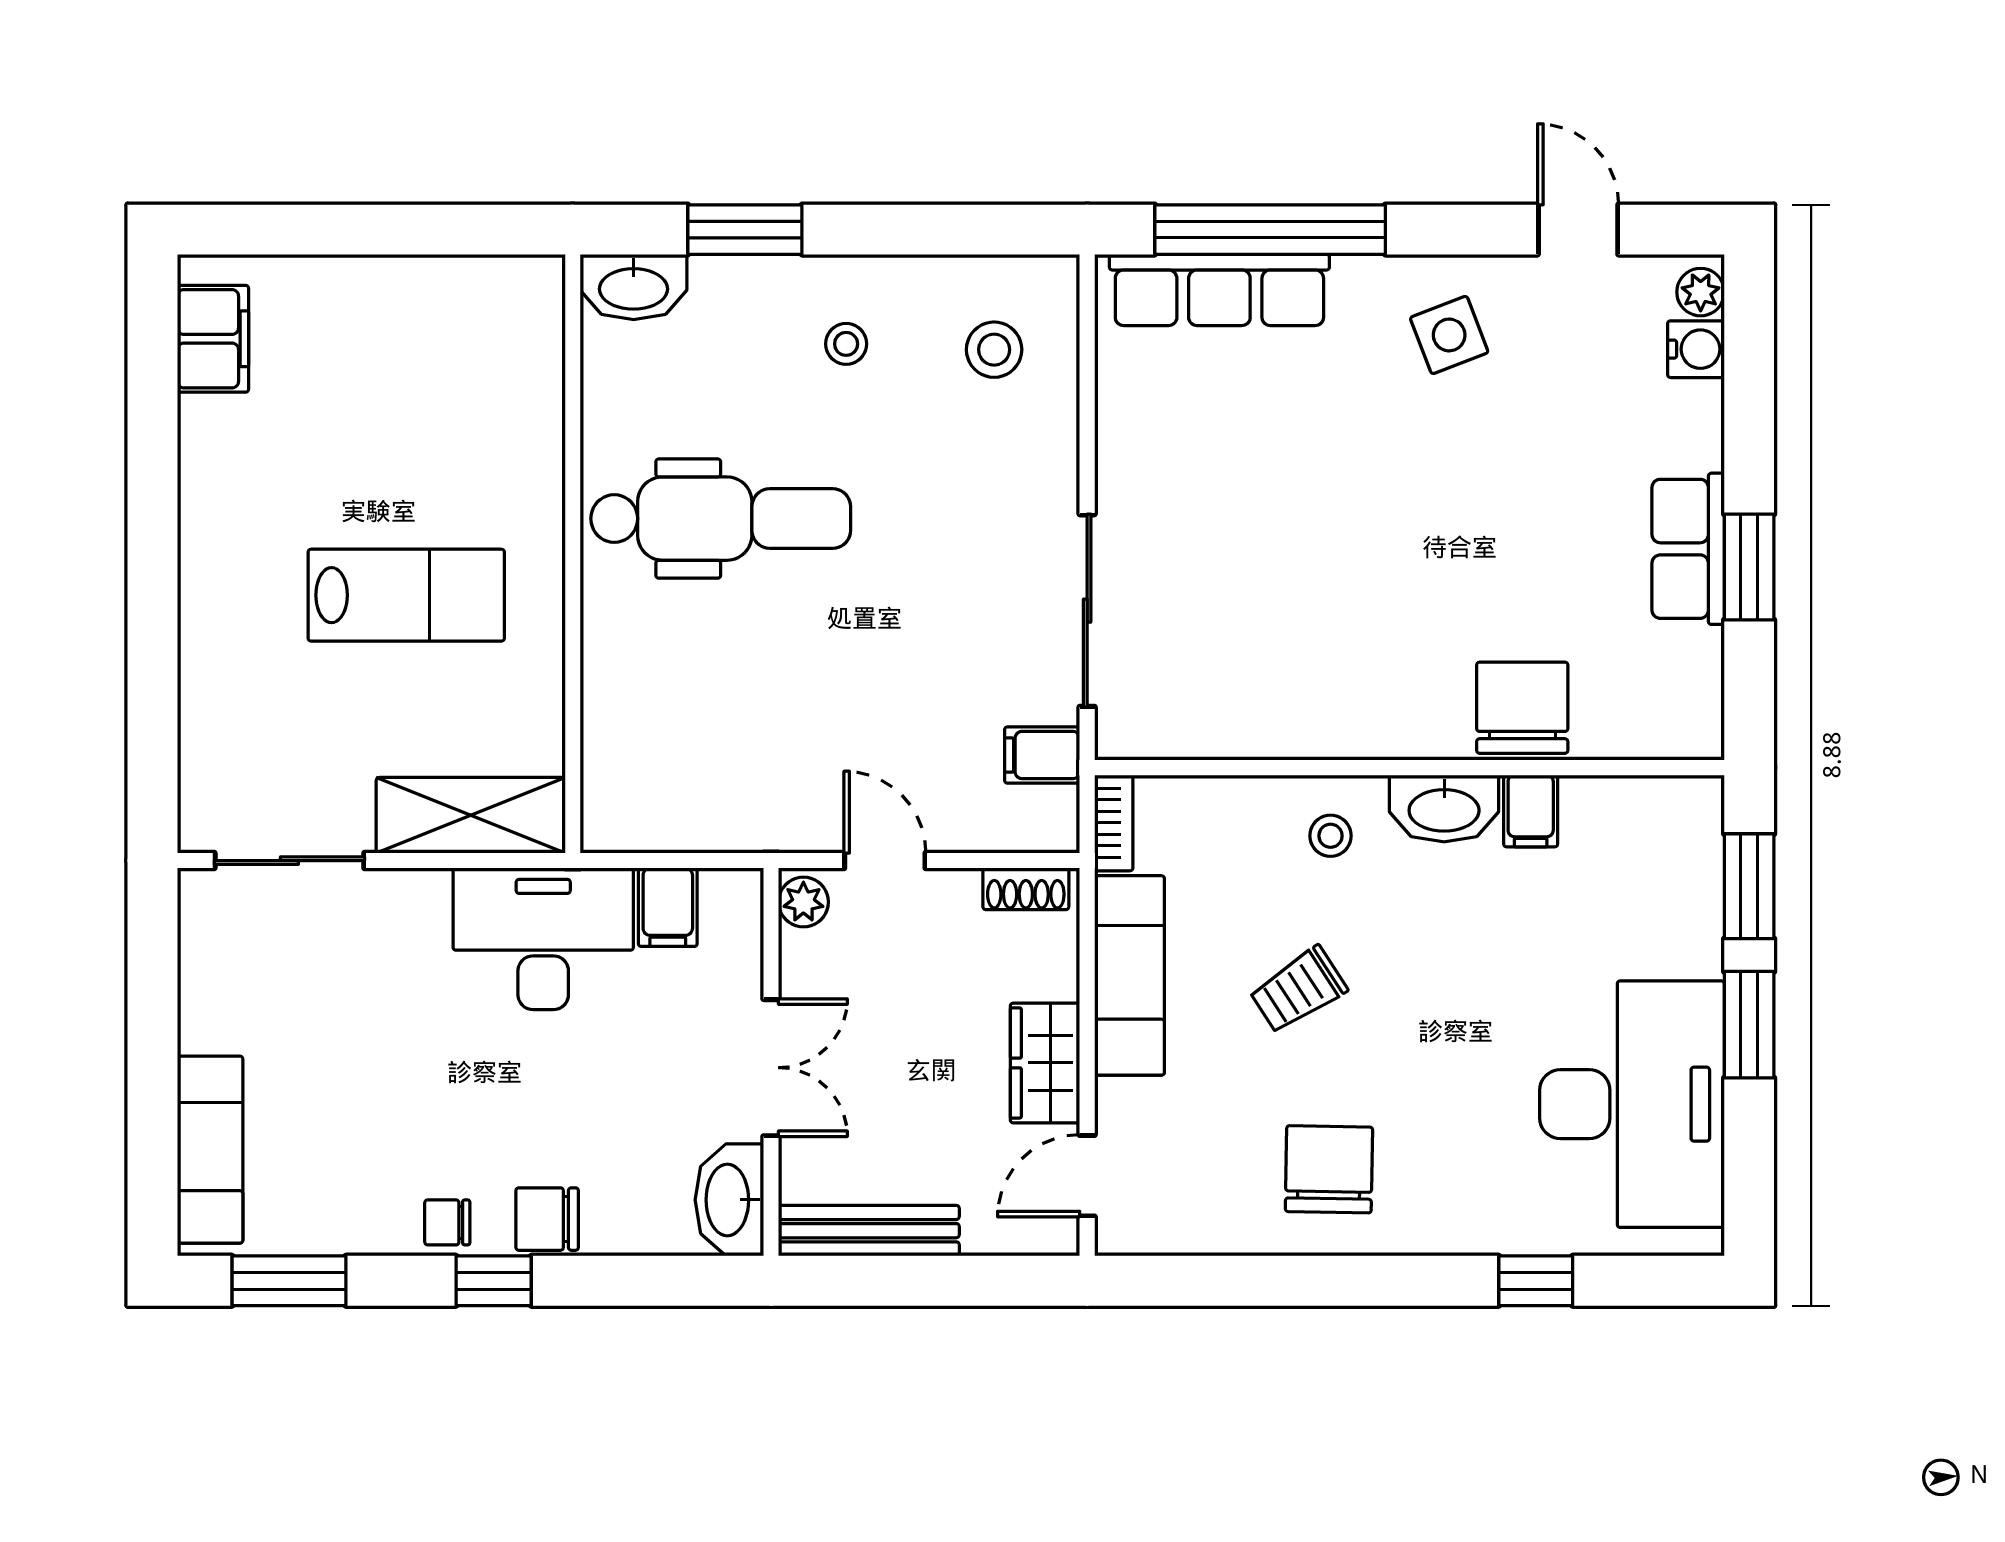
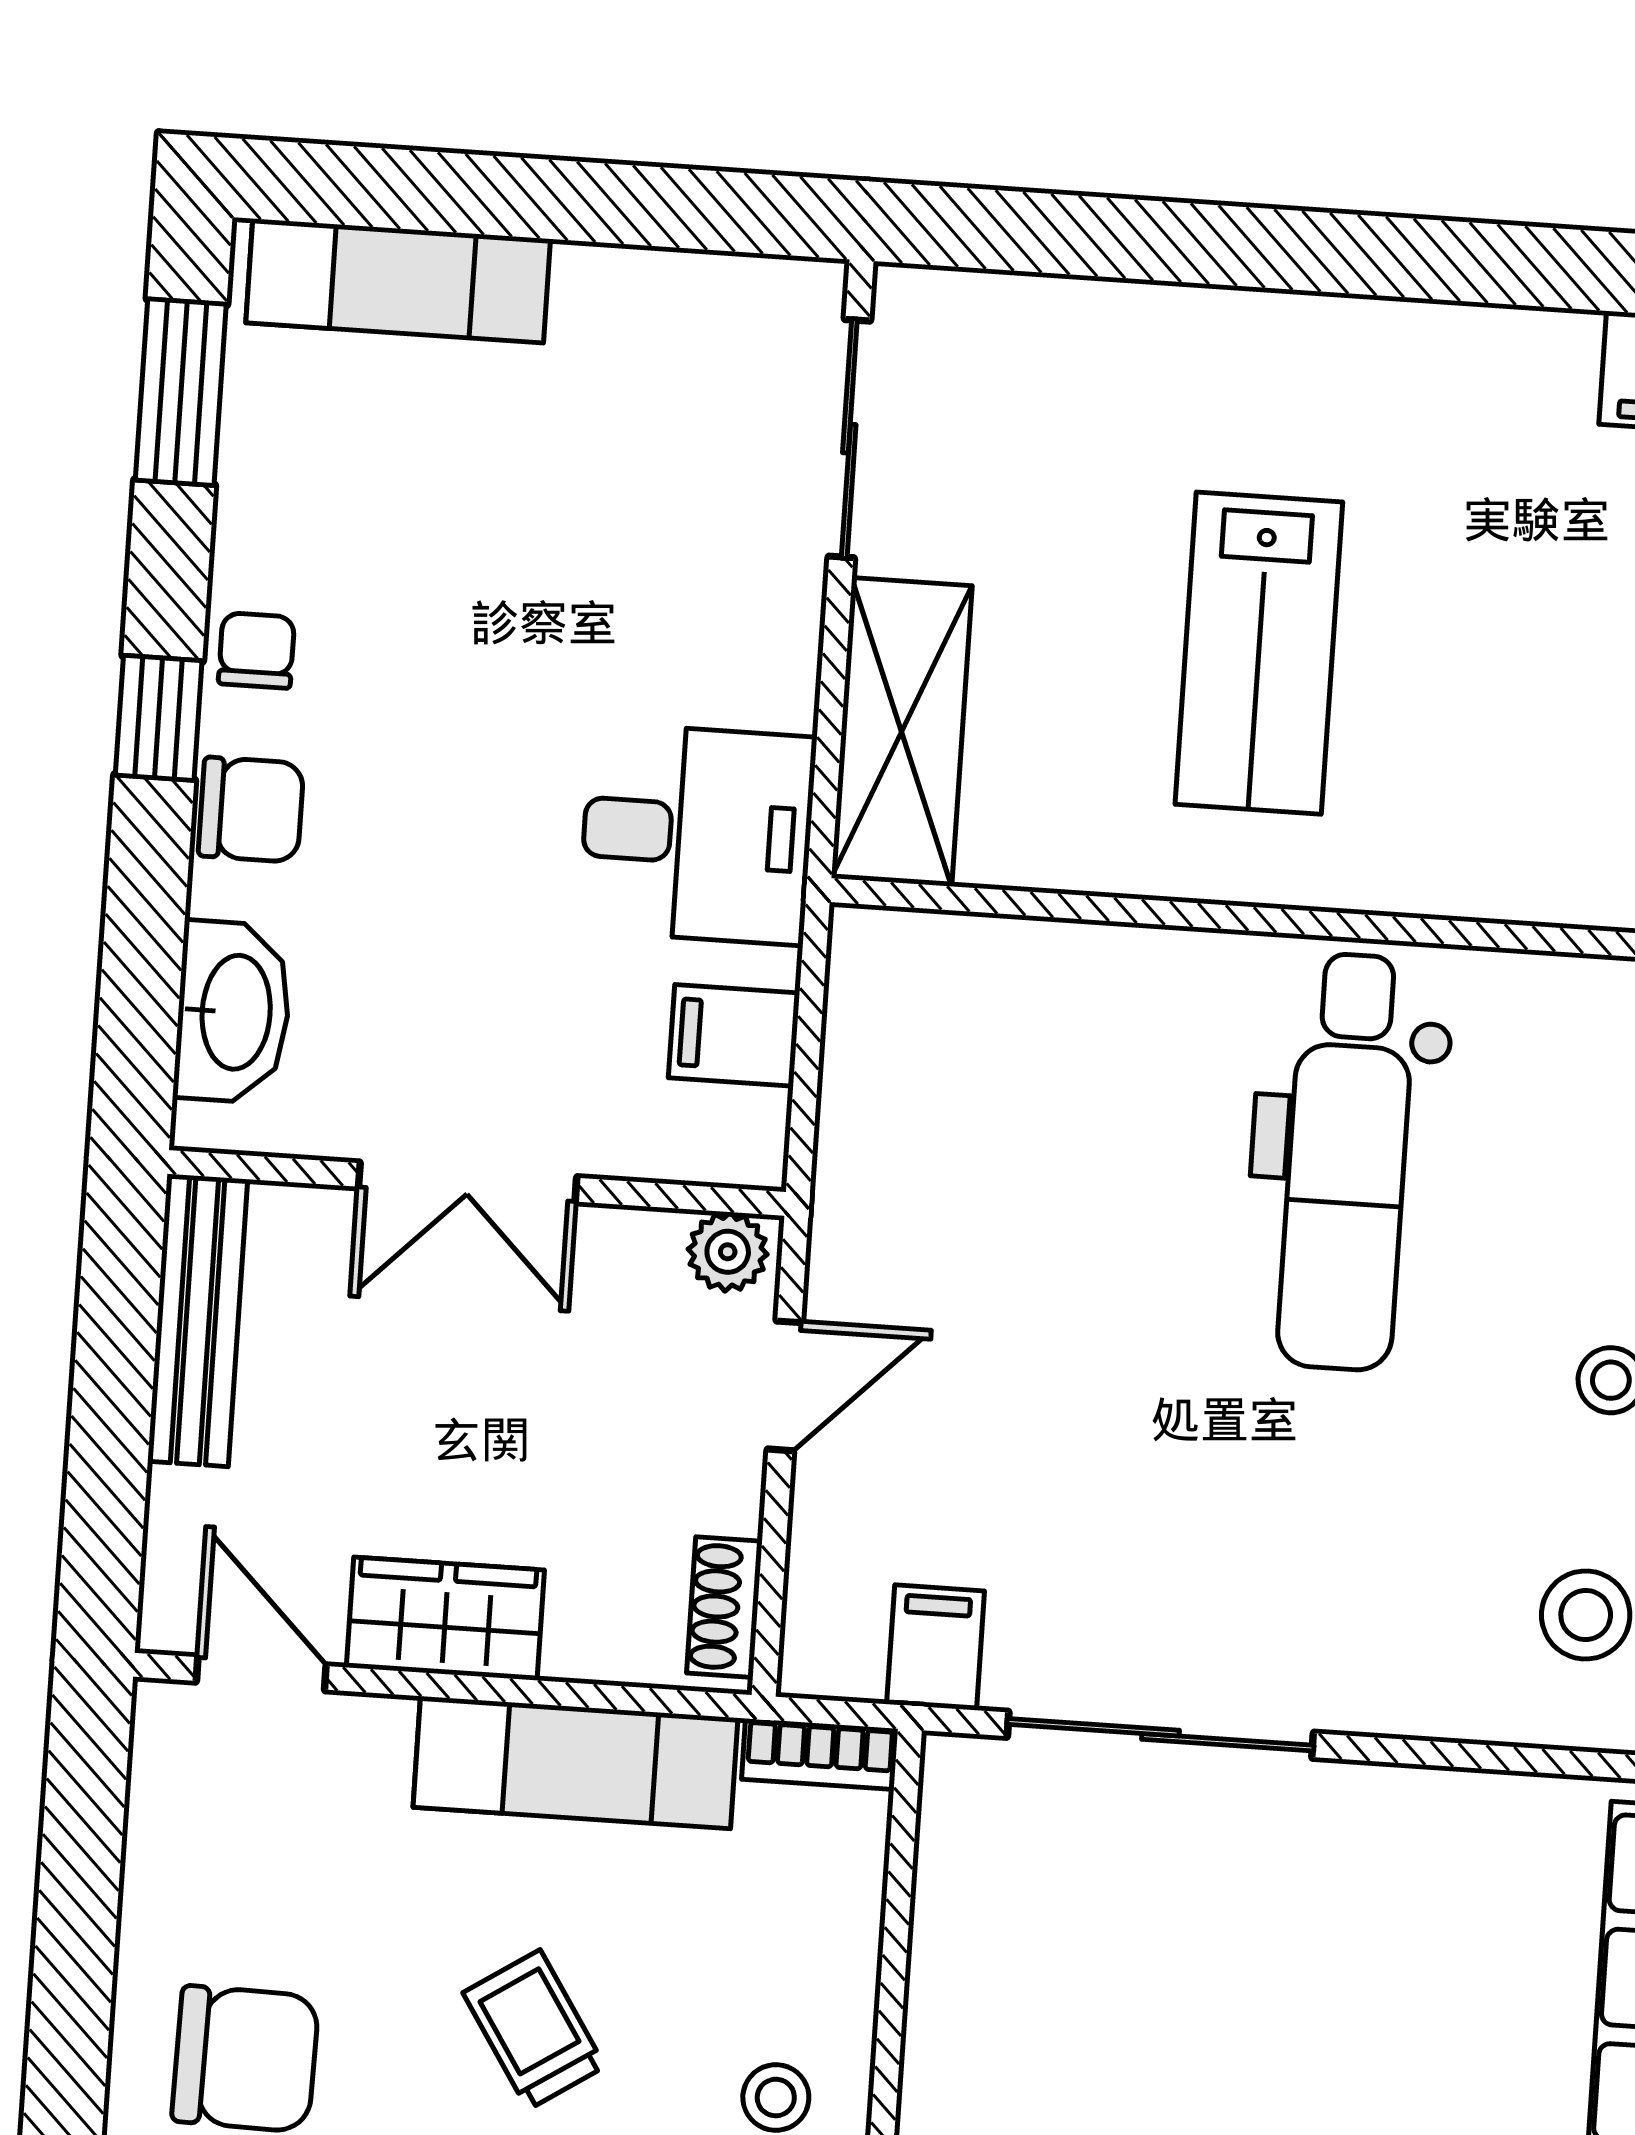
desk: (543, 939) -> (697, 834), width x0.73
washbasin: (729, 1200) -> (233, 1012), moved, turned 90
chair: (547, 1219) -> (251, 810), turned 90

